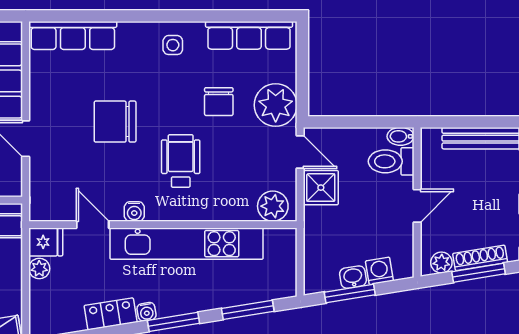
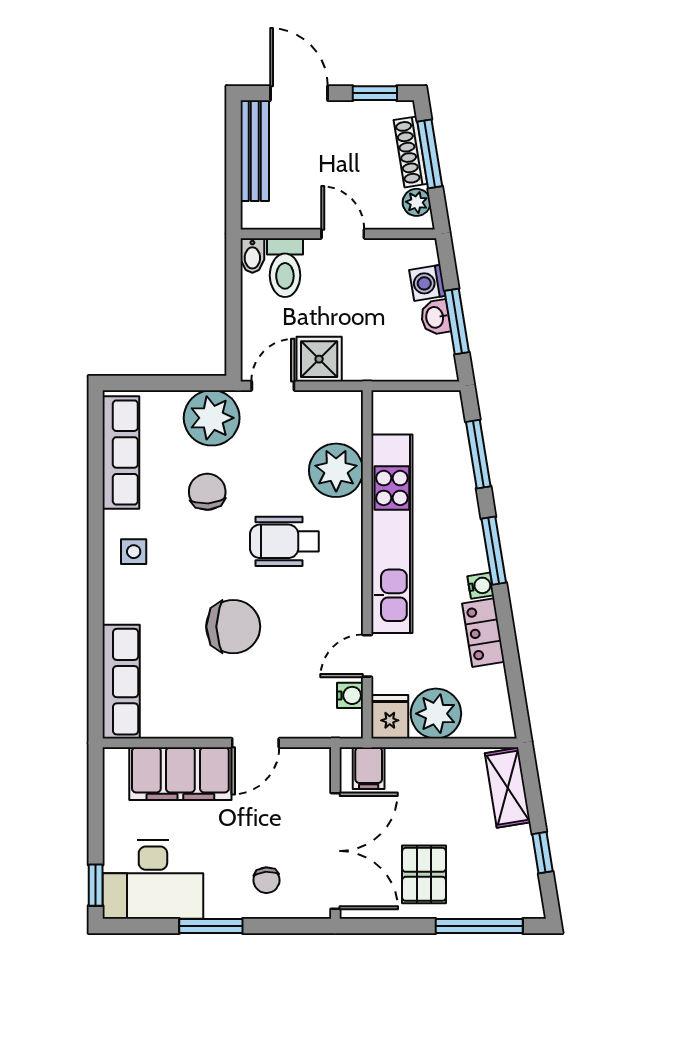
chair: (219, 102) -> (207, 492), turned -94
chair: (115, 122) -> (233, 627), turned -90
plant: (273, 206) -> (336, 470), moved, width x1.36, depth x1.36
water cooler: (134, 211) -> (350, 695), moved
plant: (39, 268) -> (436, 714), width x1.88, depth x1.88

